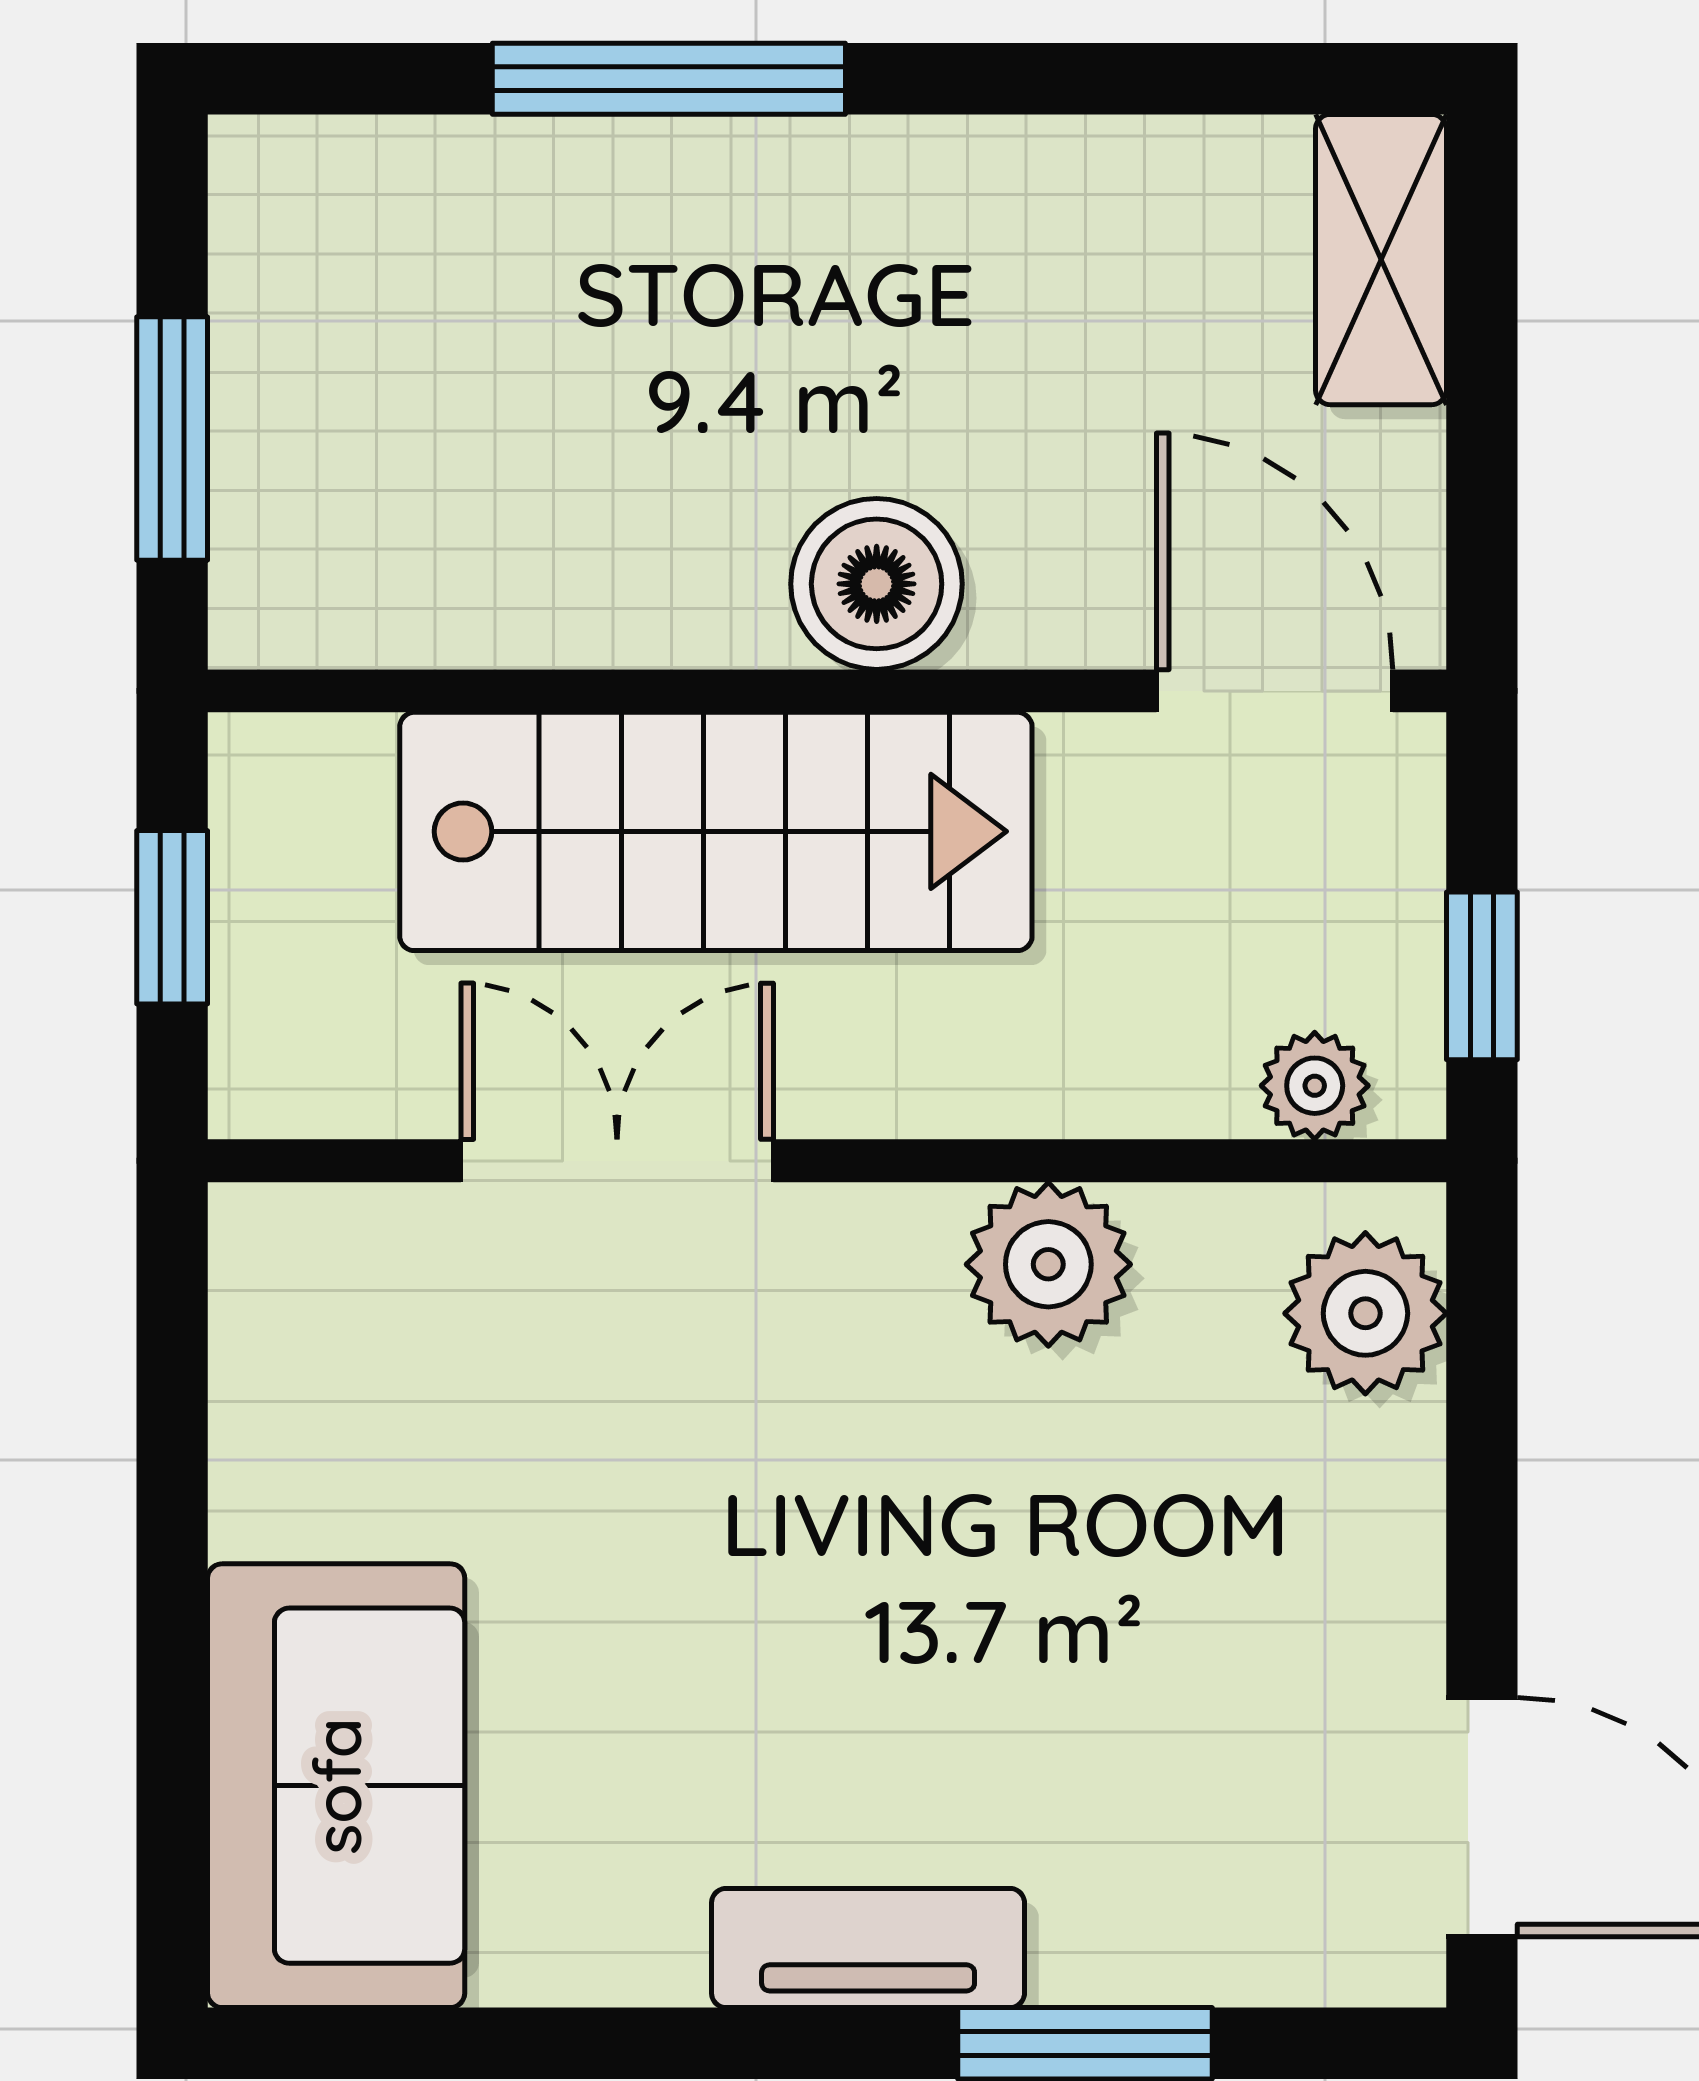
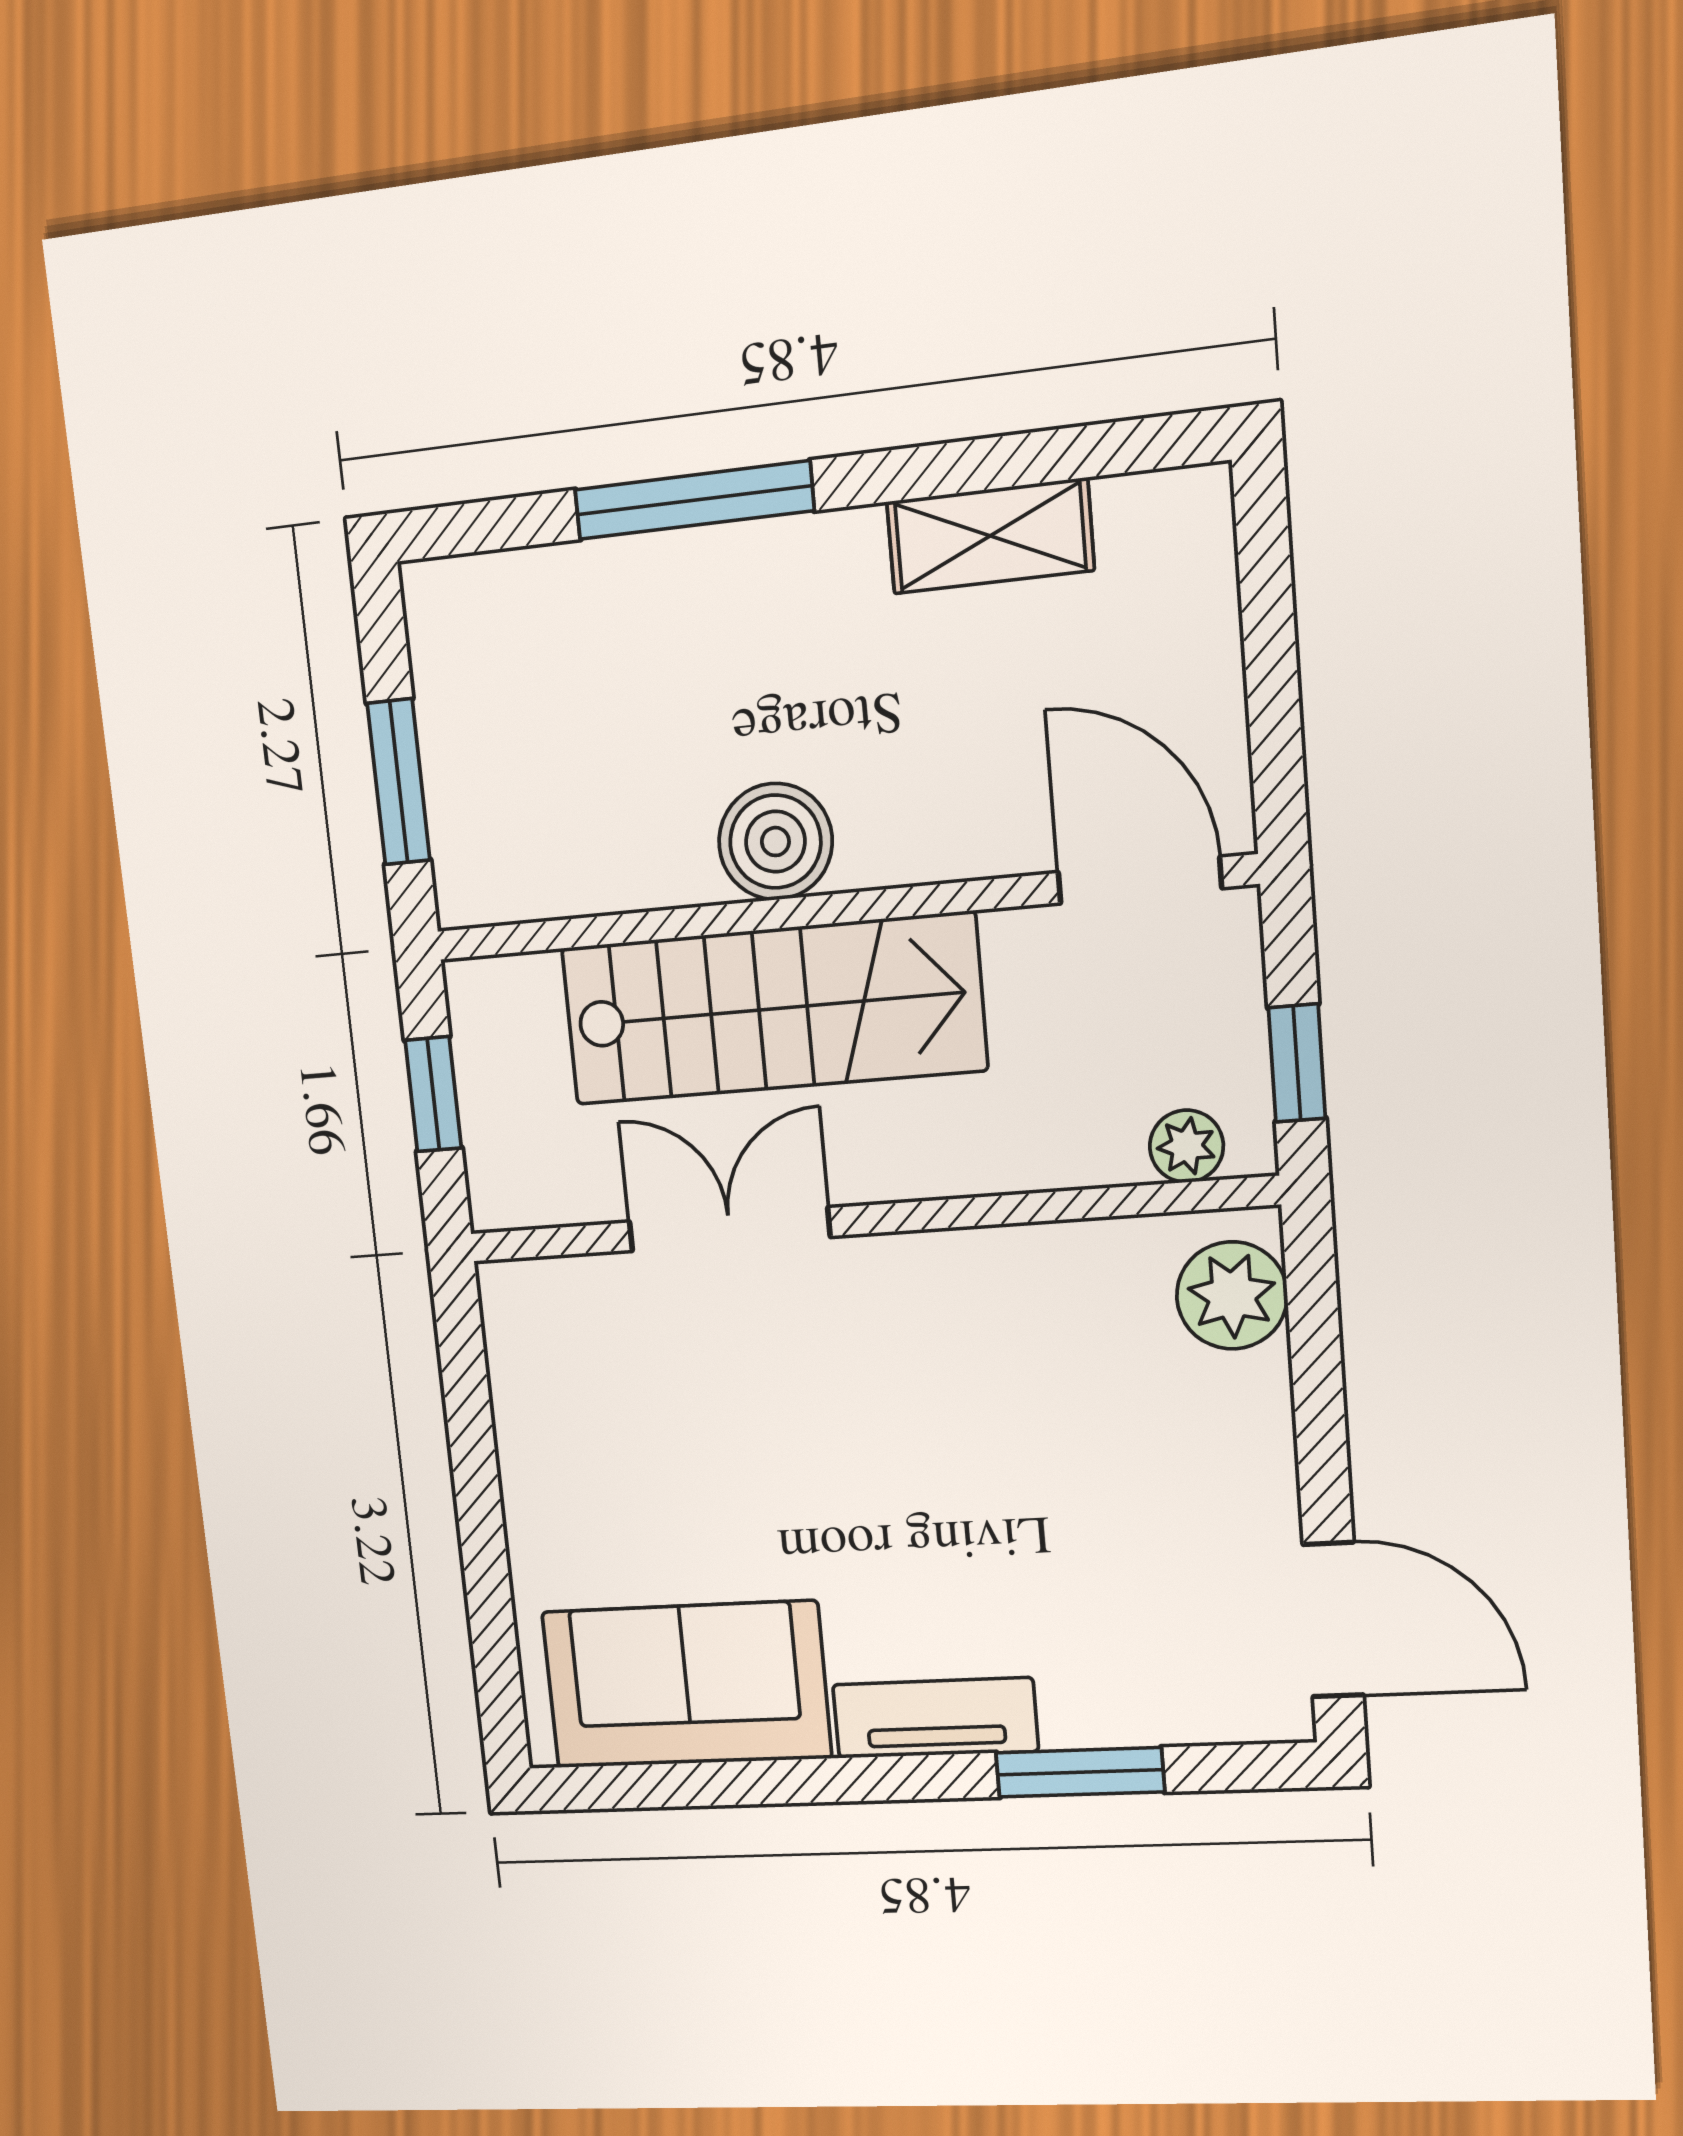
shelving: (1381, 260) -> (990, 536), moved, turned 90
boiler: (877, 584) -> (775, 842), moved
plant: (1048, 1264) -> (1016, 1277), removed
sofa: (336, 1786) -> (686, 1685), moved, turned -90

